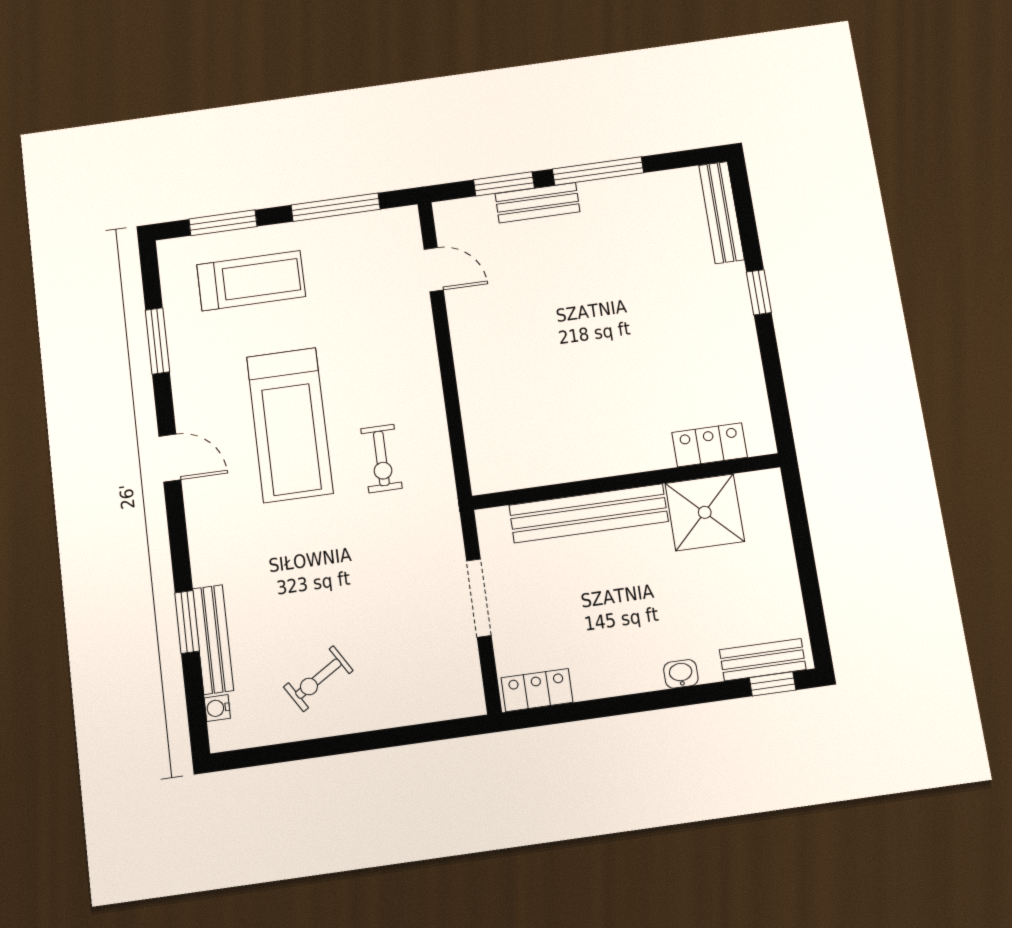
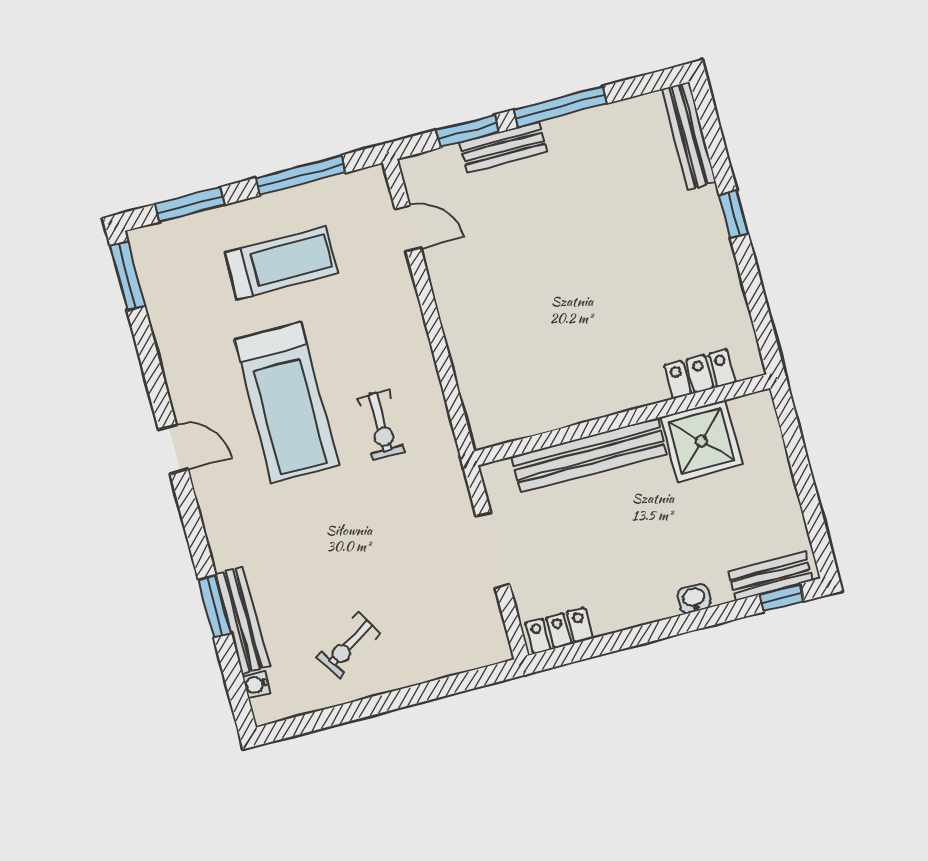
treadmill: (251, 281) -> (281, 263), moved
window: (157, 341) -> (127, 276), moved

